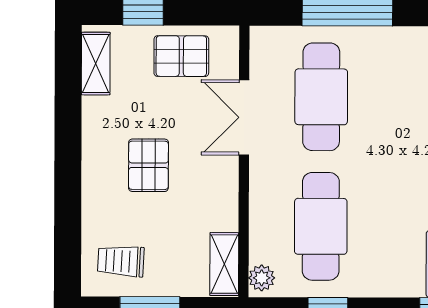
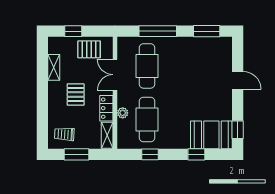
shelving: (96, 64) -> (54, 67), moved
locker: (223, 199) -> (106, 108), added
plant: (262, 278) -> (123, 113), moved

